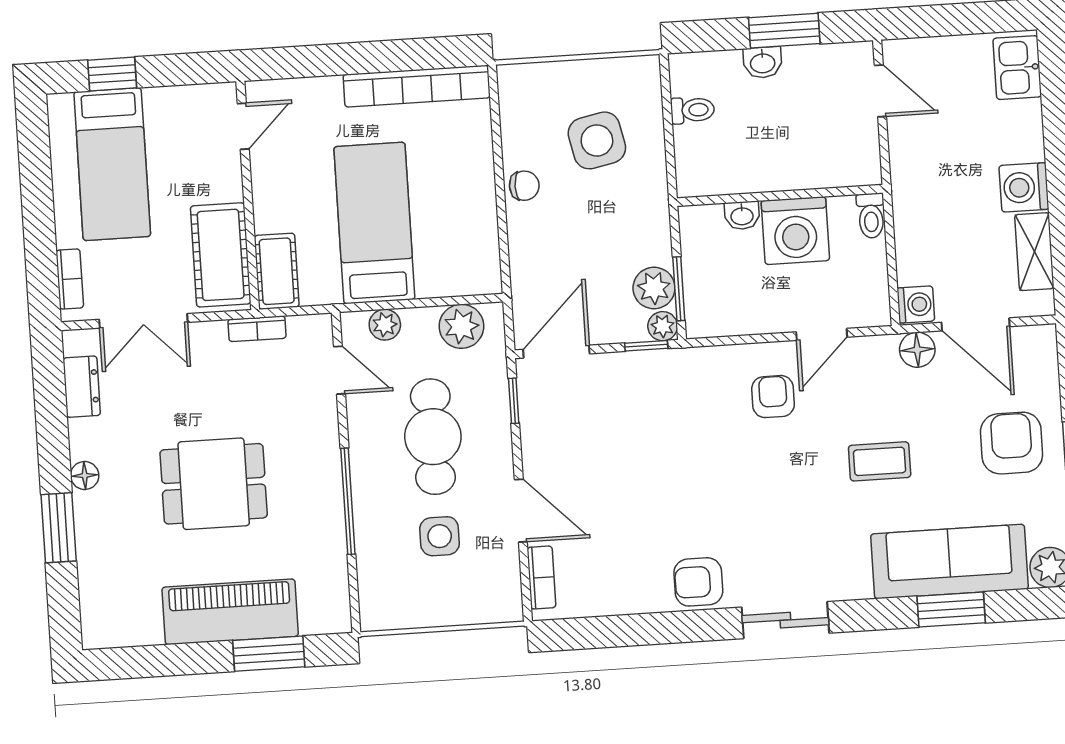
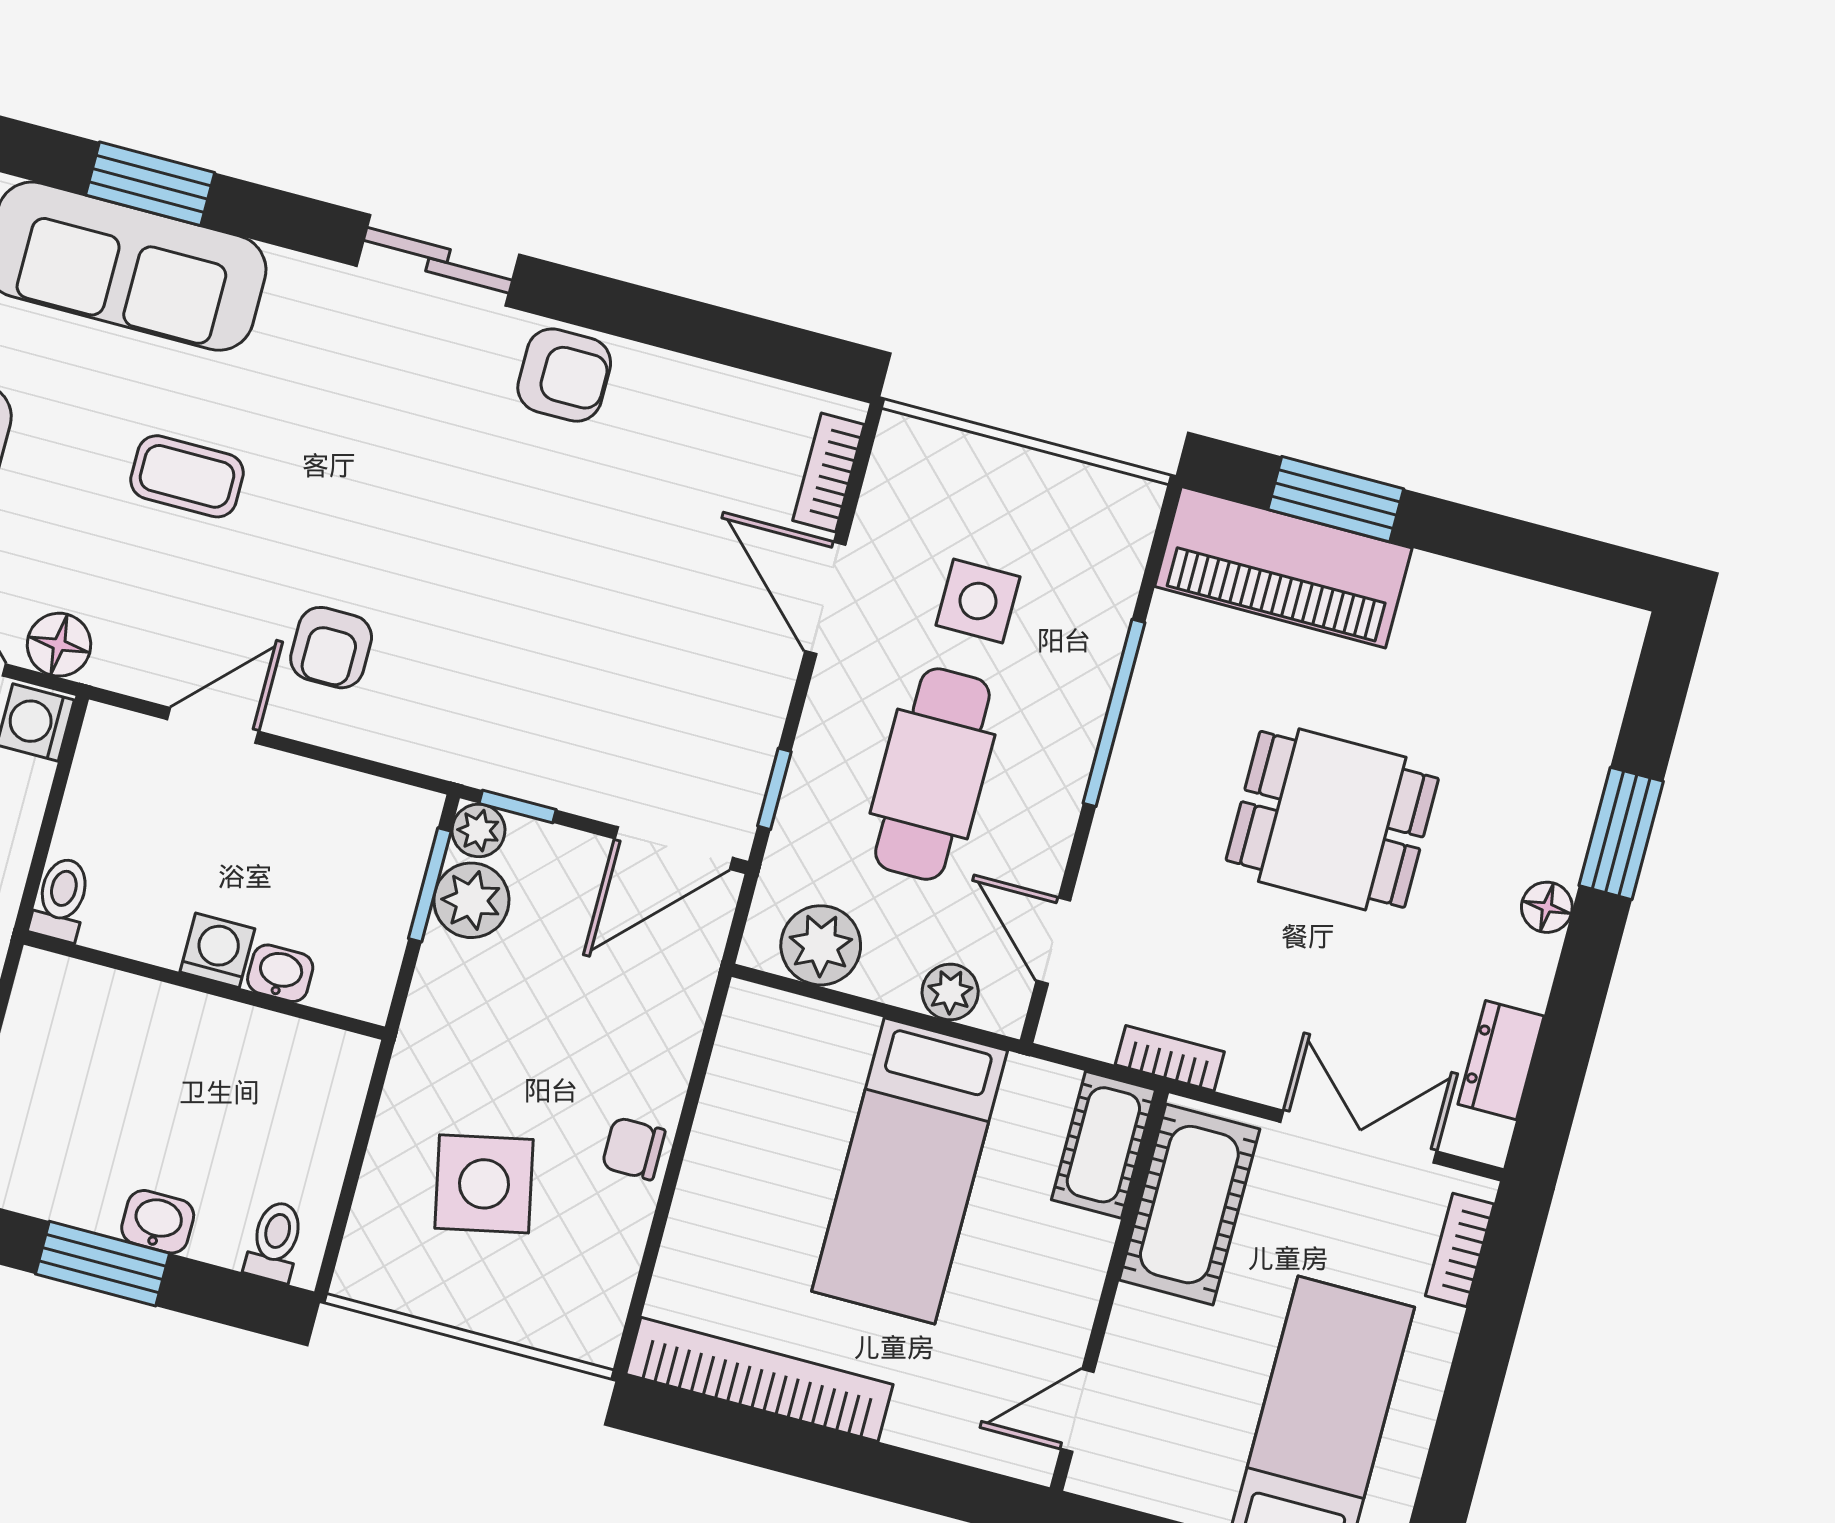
toilet: (693, 110) -> (275, 1241), moved, turned 90
washing machine: (795, 231) -> (217, 950), width x0.53, depth x0.53
piano: (230, 612) -> (1283, 567), moved

